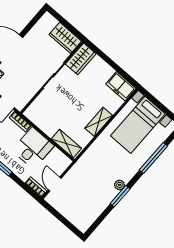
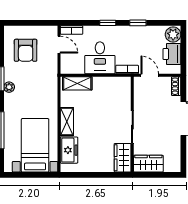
freezer: (121, 86) -> (69, 150), moved, turned 90
armchair: (83, 202) -> (26, 50), added

